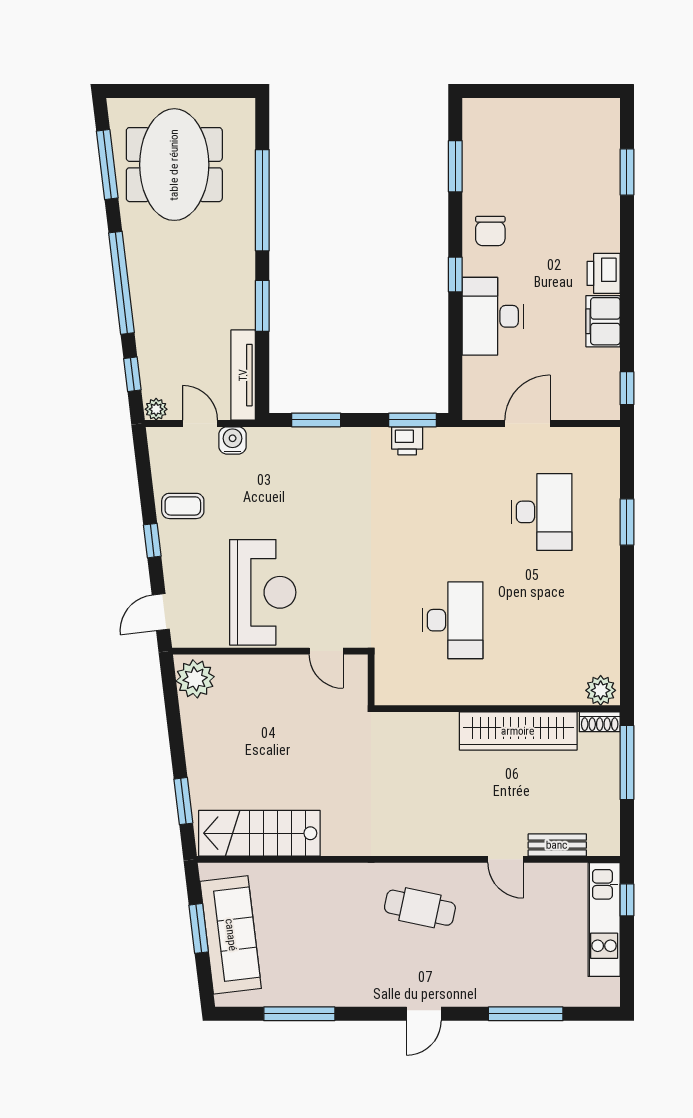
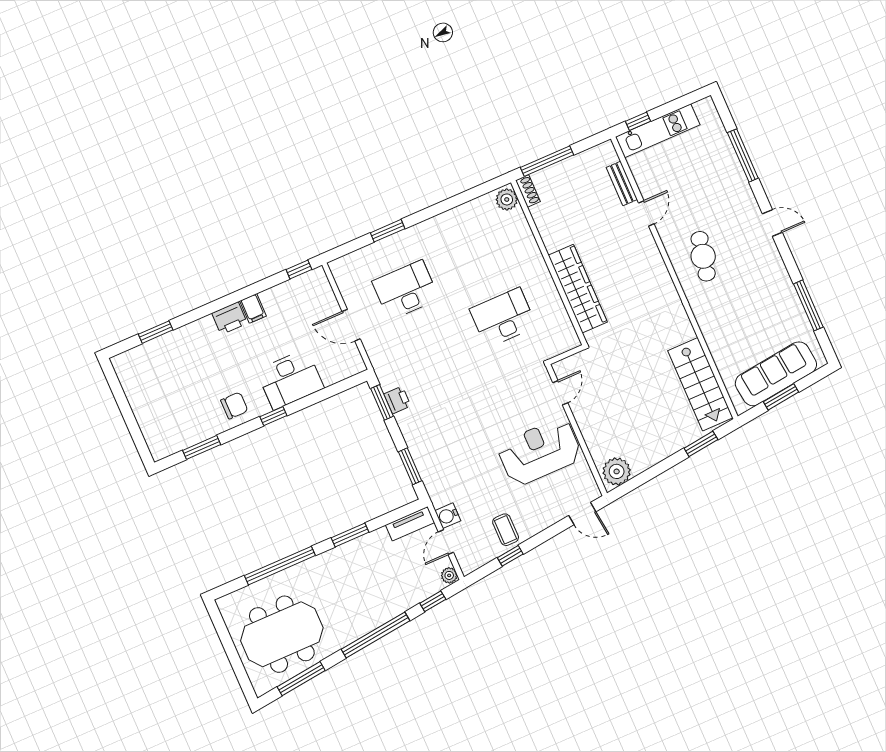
filing cabinet: (603, 321) -> (253, 308), width x0.50
tv unit: (243, 375) -> (410, 524), width x0.71
window: (152, 541) -> (510, 556), moved
wardrobe: (518, 731) -> (578, 289), moved

